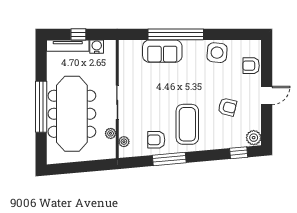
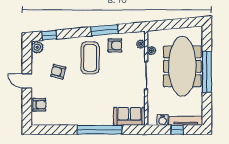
sofa: (162, 51) -> (129, 116), moved
side table: (217, 53) -> (66, 115), removed
door: (267, 95) -> (27, 81), hinge flipped

